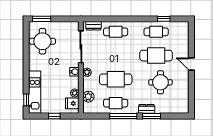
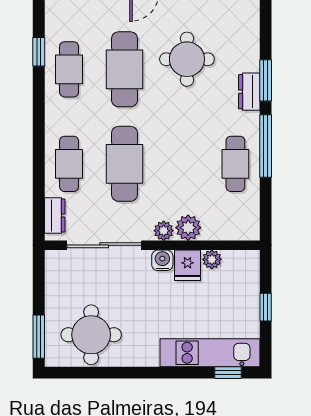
cafe table: (116, 79) -> (125, 164), moved
plant: (88, 97) -> (188, 228), moved
fridge: (72, 103) -> (188, 265), moved

